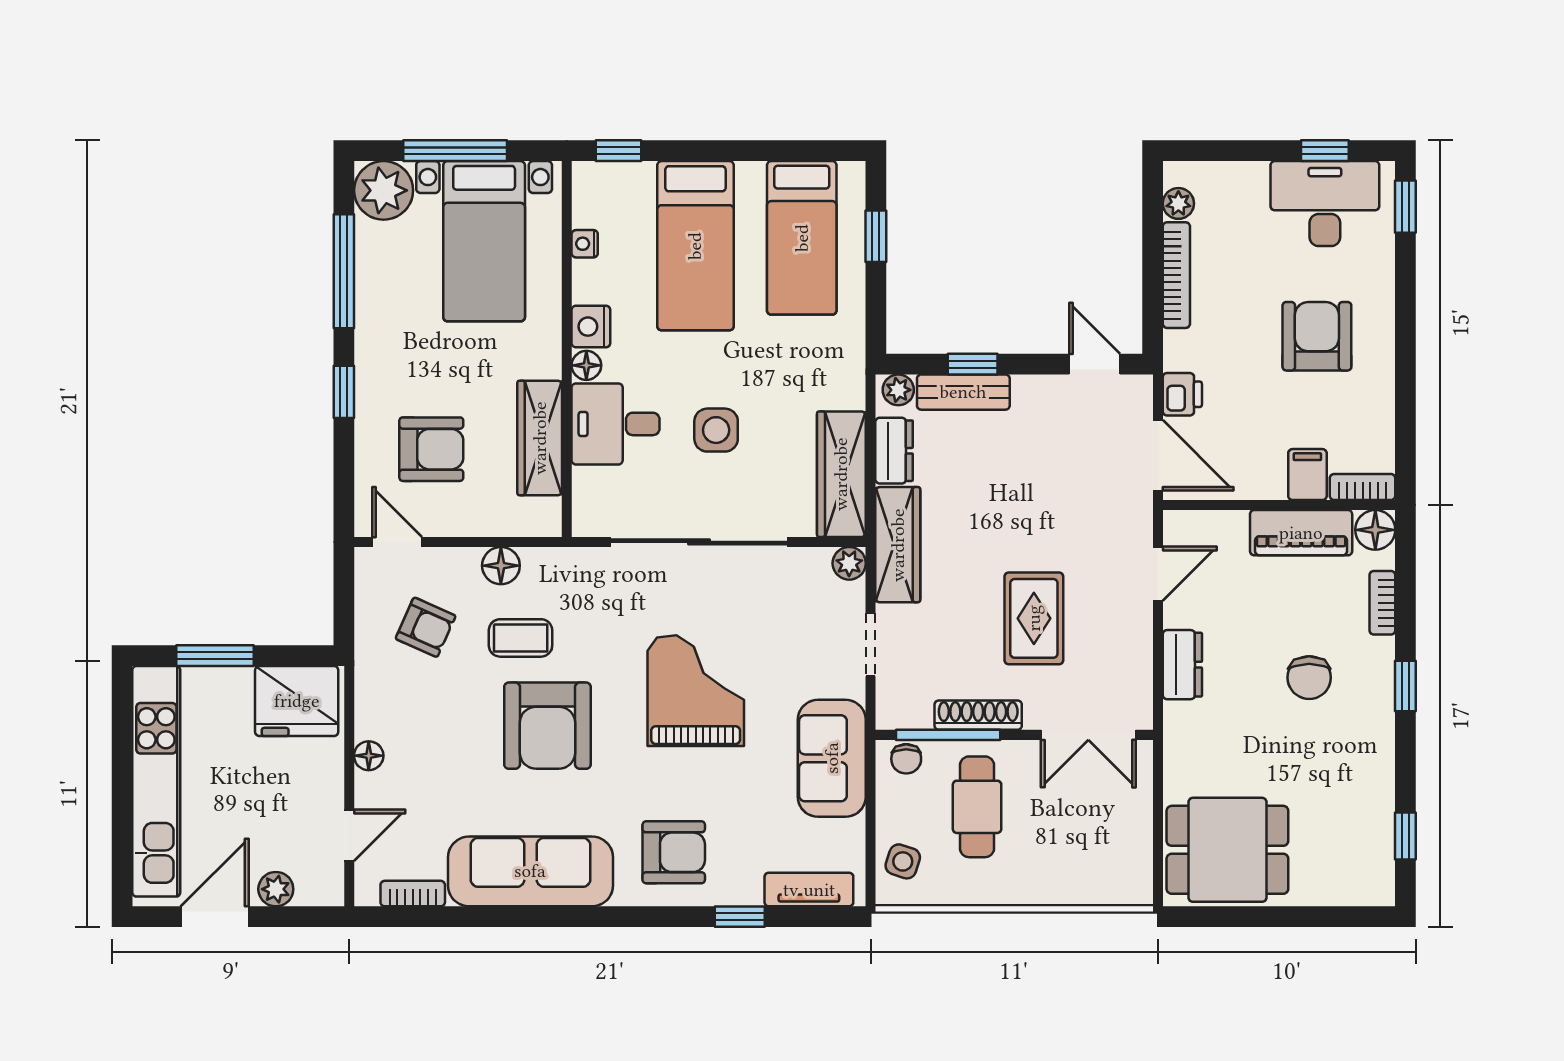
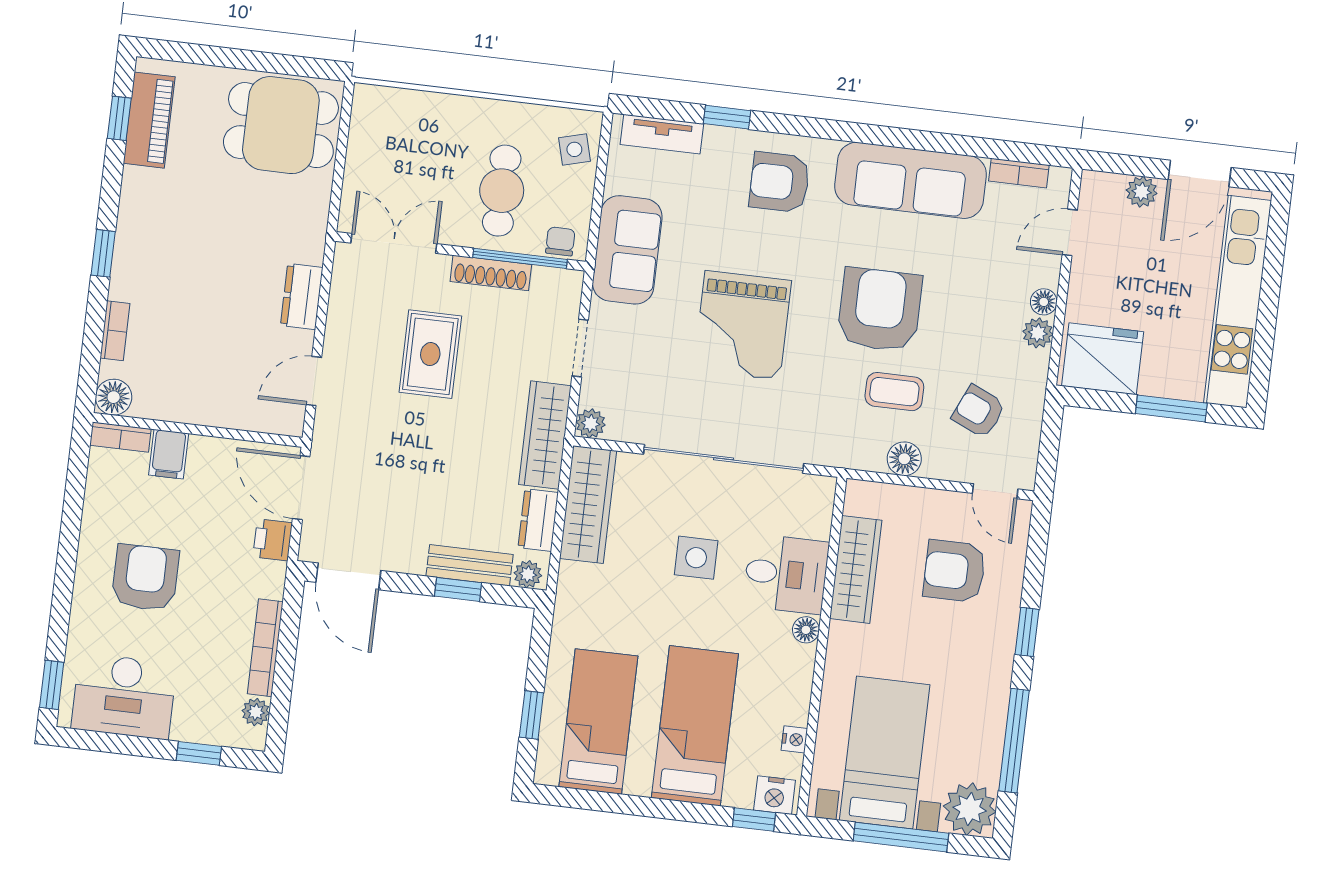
window: (1325, 151) -> (199, 753), moved
nightstand: (591, 327) -> (775, 795), moved, turned 90
armchair: (1317, 336) -> (145, 578), turned 180
door: (1095, 364) -> (348, 576), width x1.37
piano: (1301, 533) -> (149, 120), moved, turned 90
chair: (1309, 678) -> (189, 271), removed
plant: (371, 721) -> (1038, 333), added
side table: (903, 861) -> (574, 149), turned -33

